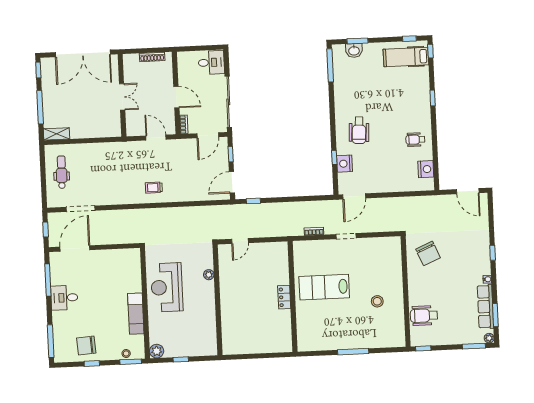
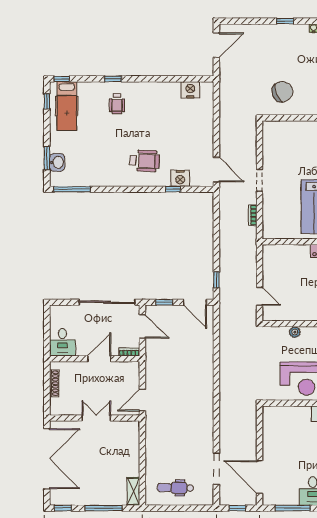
desk: (211, 62) -> (62, 342), moved, turned 180
door: (156, 138) -> (142, 400), moved
wheelchair: (415, 140) -> (117, 104), moved
trolley: (154, 188) -> (197, 388), removed

